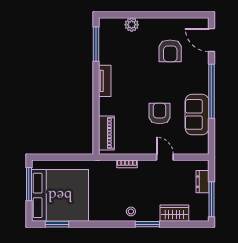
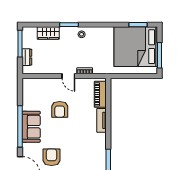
tv unit: (105, 81) -> (102, 120), moved
sofa: (197, 114) -> (31, 127), moved
door: (165, 157) -> (68, 76), moved

